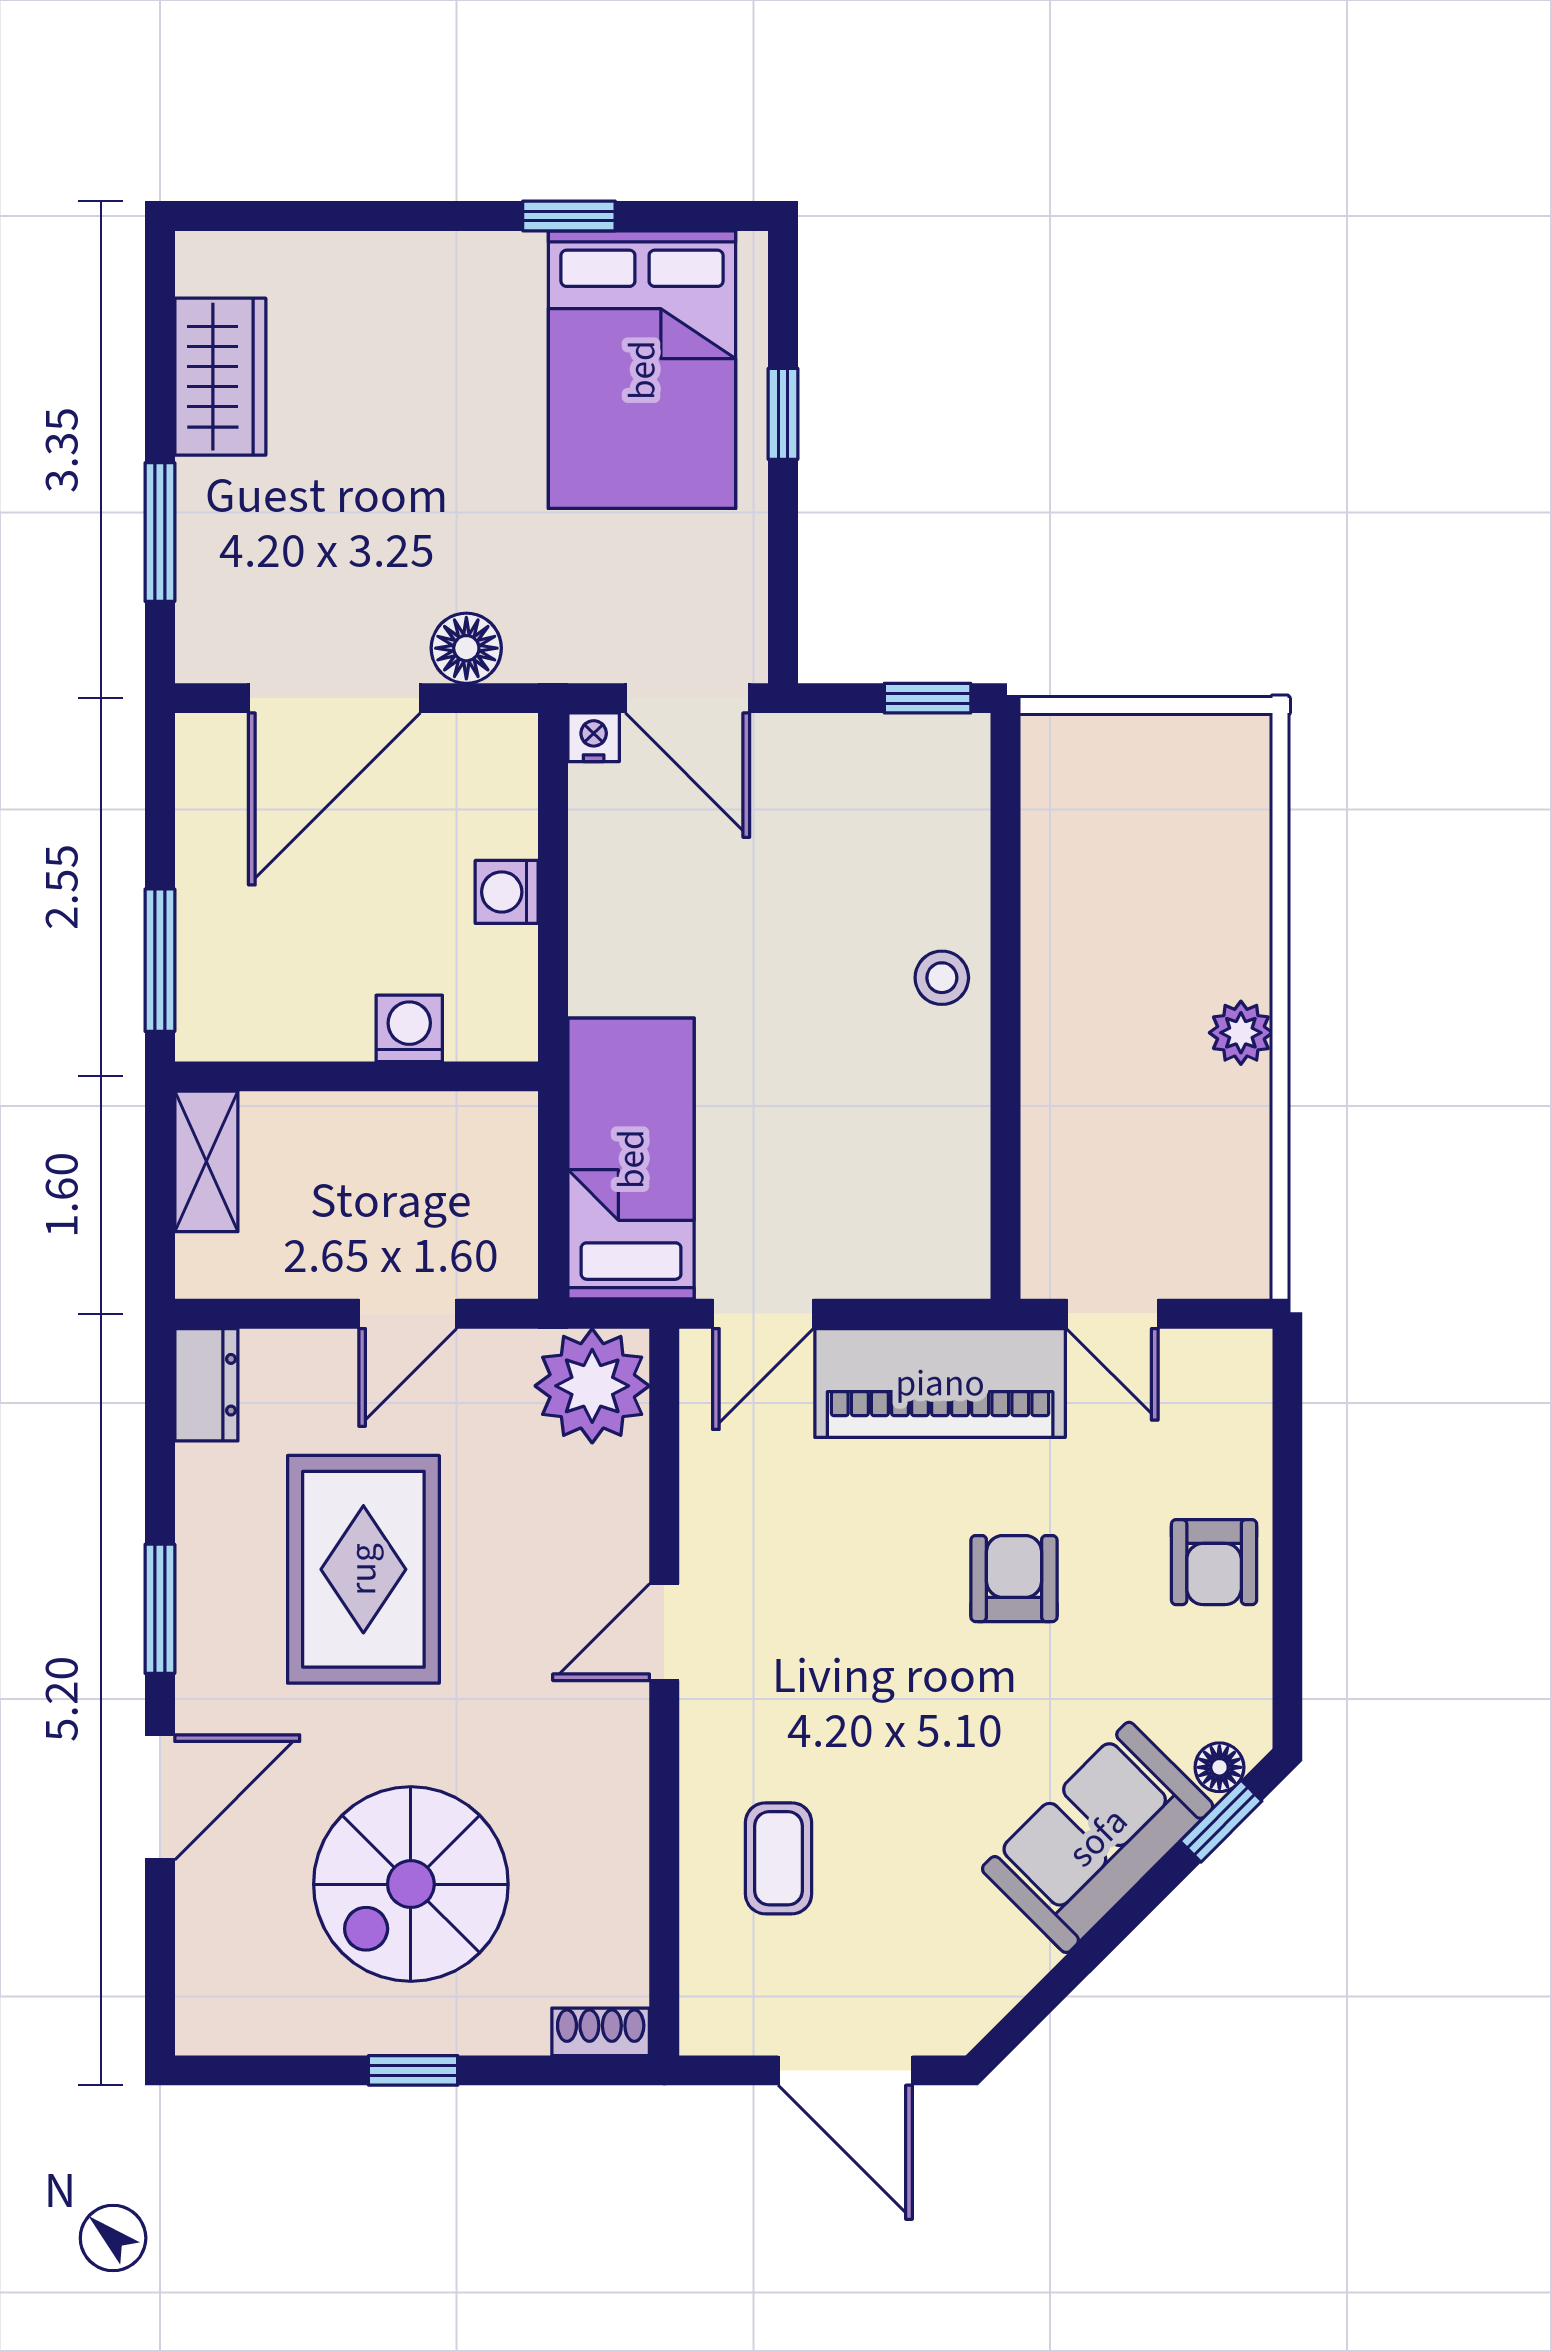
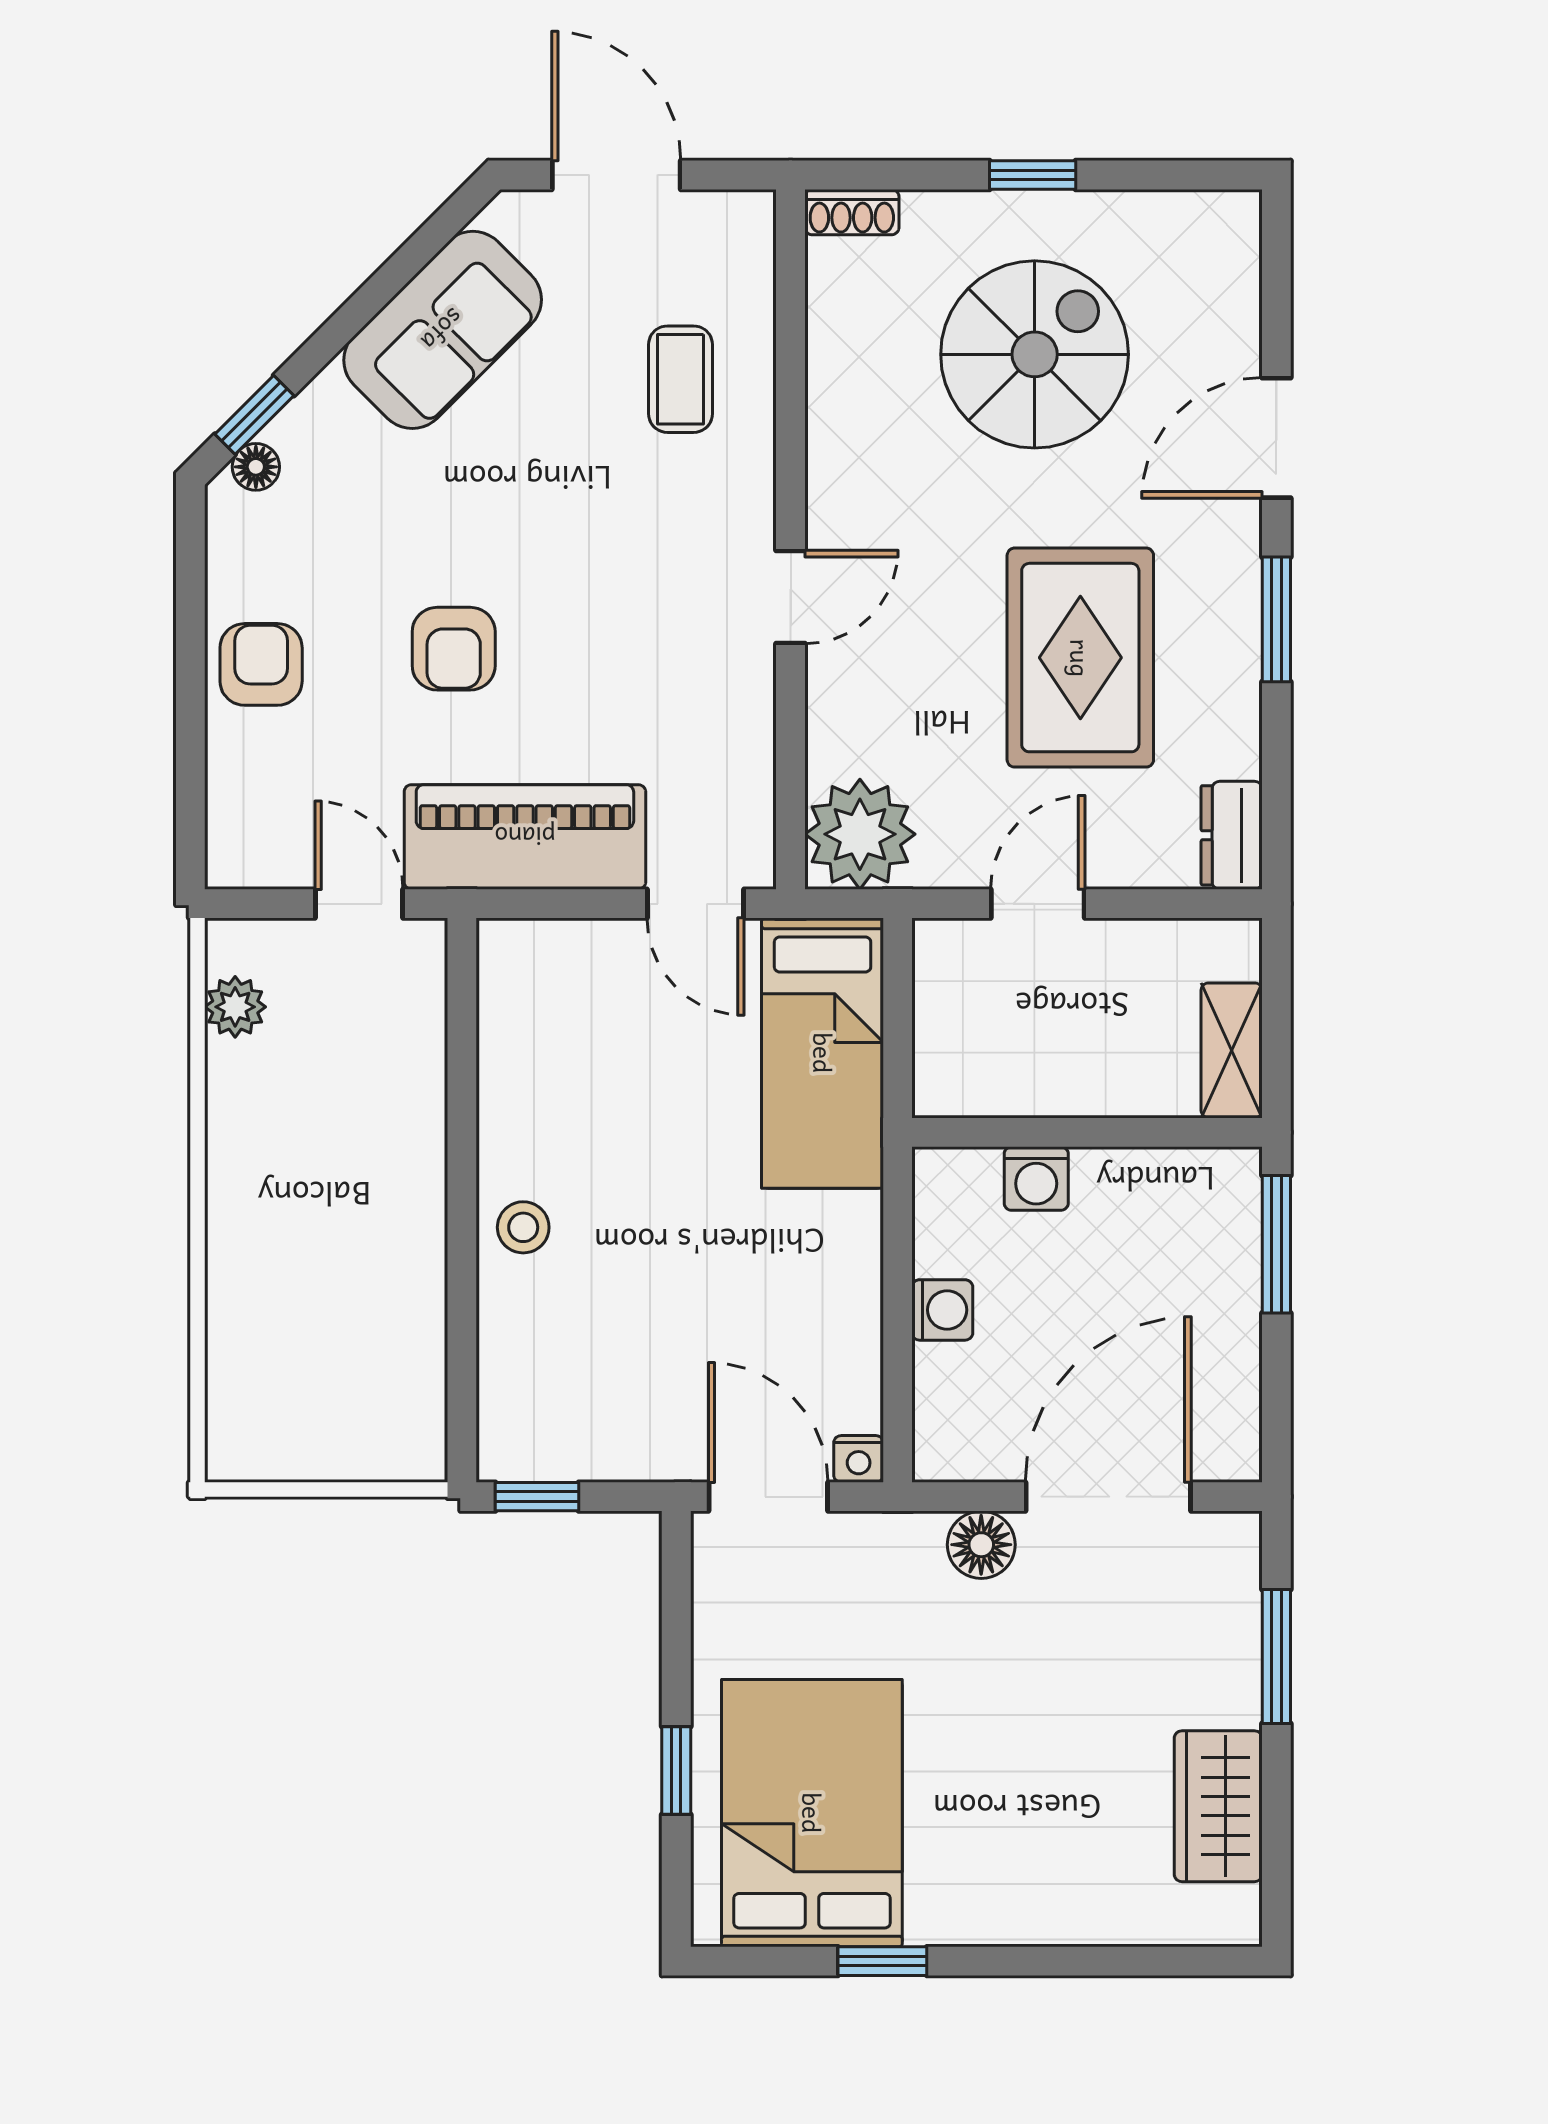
plant: (1241, 1033) -> (235, 1007), moved
door: (763, 1314) -> (696, 904), swing flipped
sofa: (1098, 1837) -> (443, 330), moved

